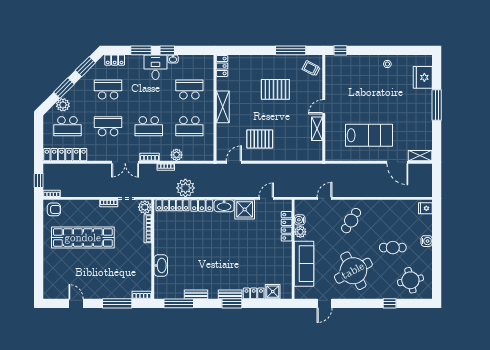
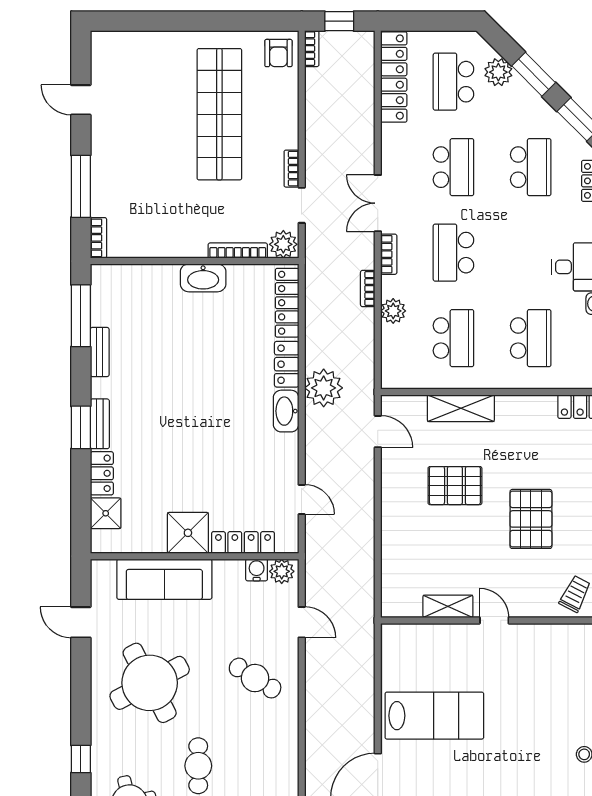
shelving: (223, 107) -> (461, 408), moved
school desk: (189, 126) -> (453, 338), turned 180
lab bench: (369, 135) -> (434, 716), turned -90
pallet: (260, 139) -> (455, 486), moved, turned 90
plant: (185, 188) -> (324, 388), moved
shower: (245, 209) -> (188, 533), moved
plant: (300, 232) -> (282, 571), moved
washbasin: (161, 265) -> (203, 278), moved
door: (76, 303) -> (81, 100), swing flipped

